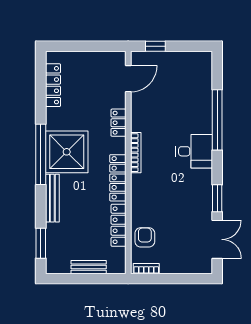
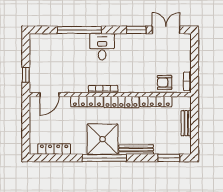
door: (128, 79) -> (49, 95), swing flipped
locker: (118, 123) -> (87, 102), width x1.53

